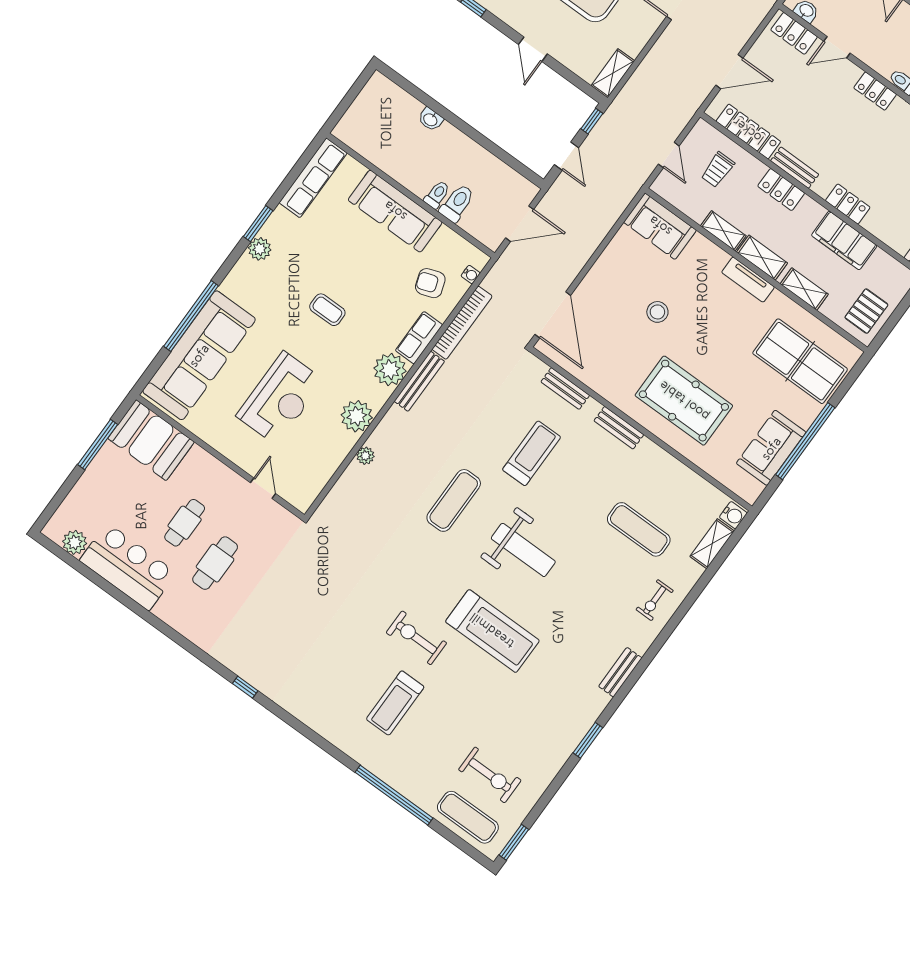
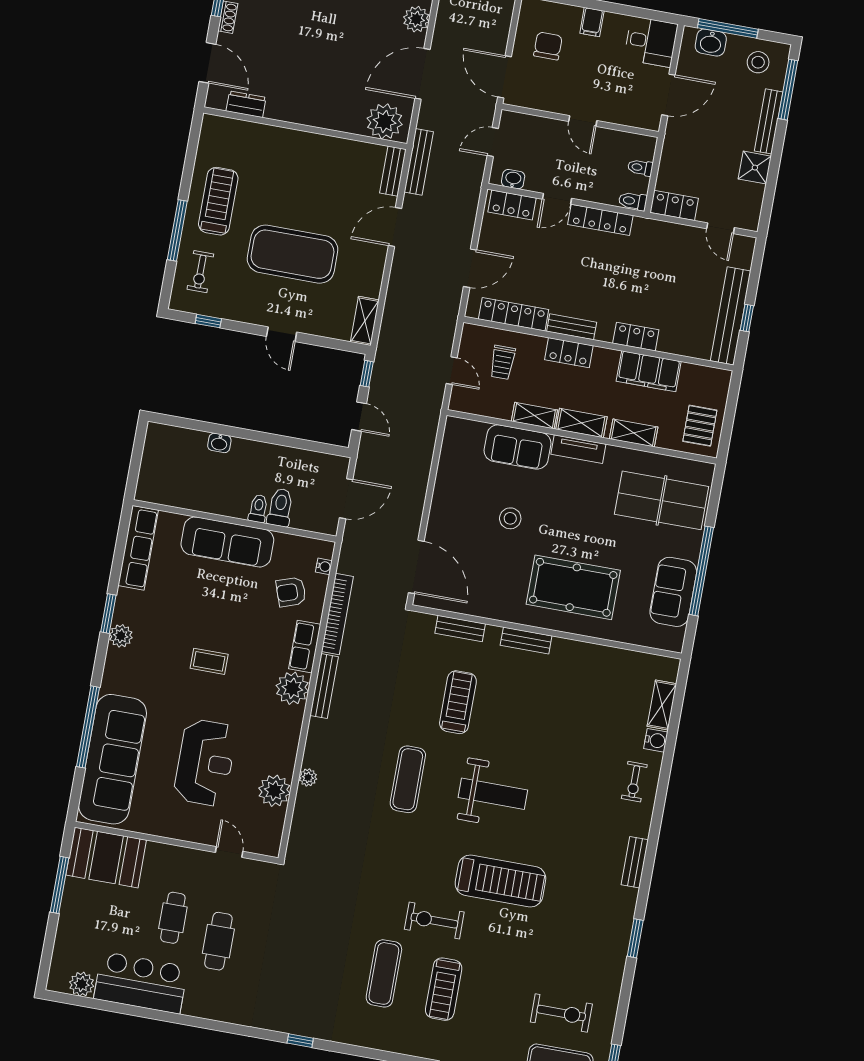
locker: (875, 91) -> (600, 220), width x1.53
sofa: (660, 226) -> (518, 447), moved
plant: (357, 416) -> (274, 791), moved
water cooler: (733, 515) -> (656, 740), moved
exercise mat: (639, 529) -> (384, 973), moved, turned 90

